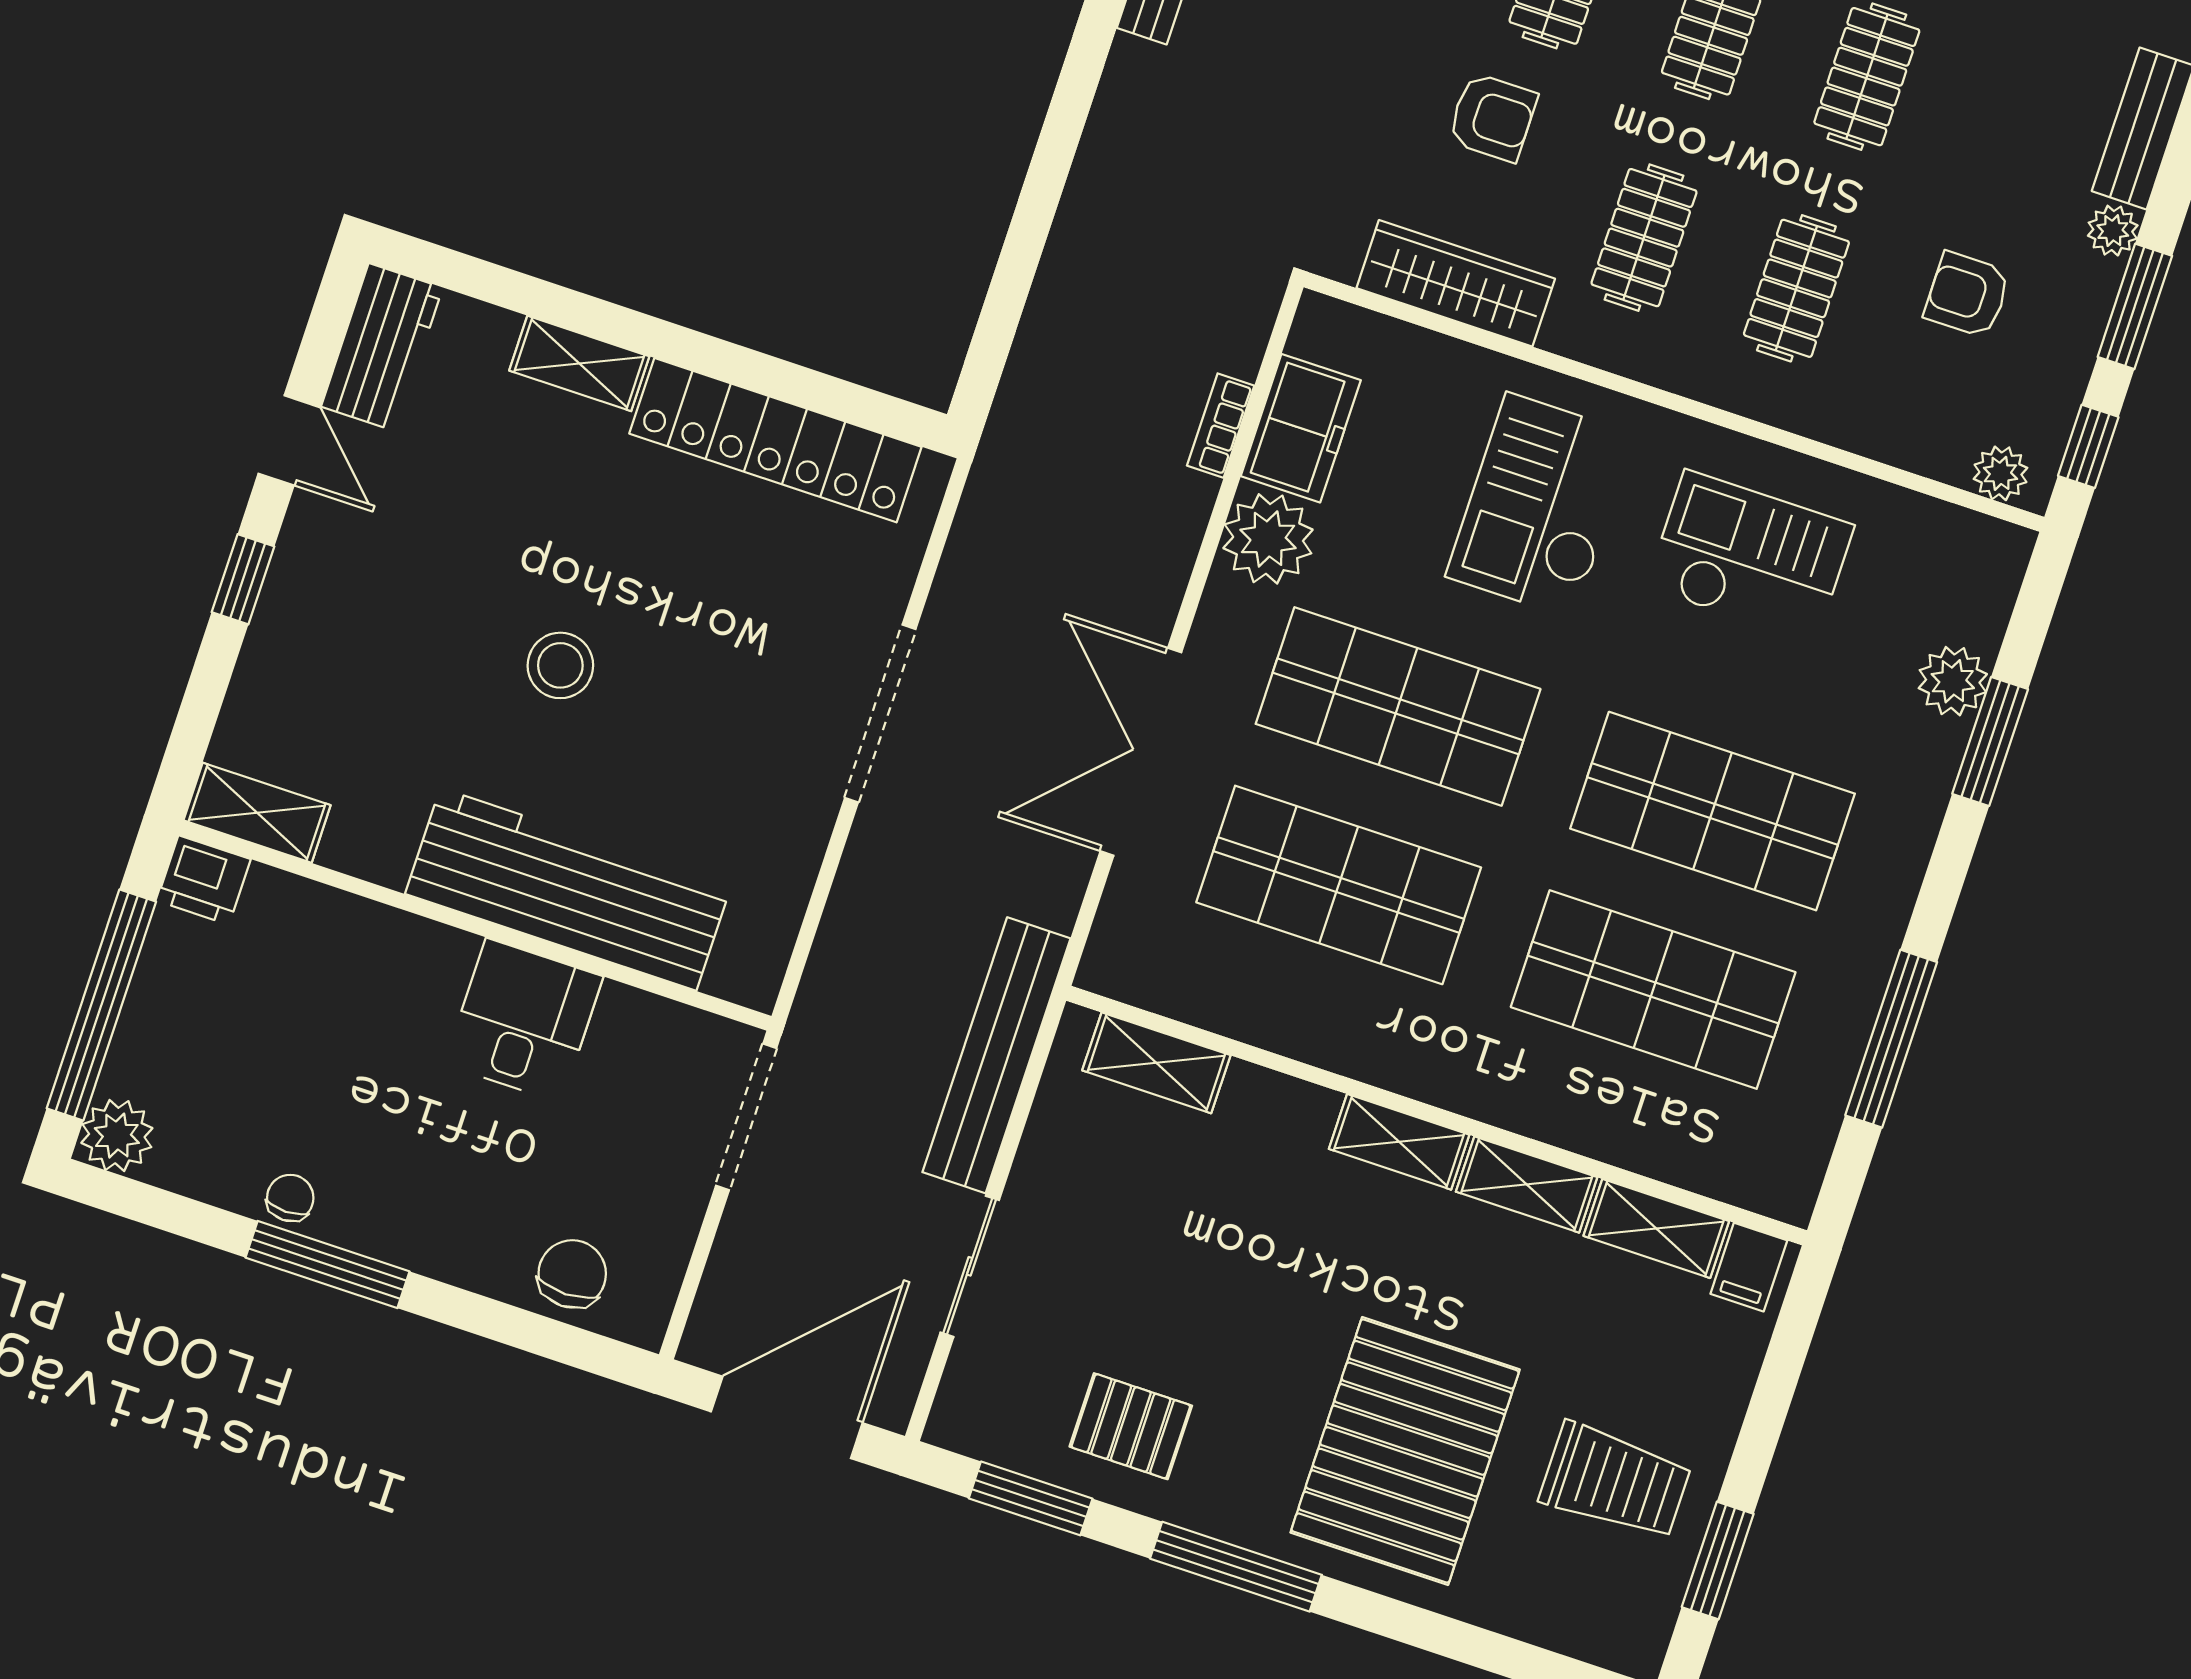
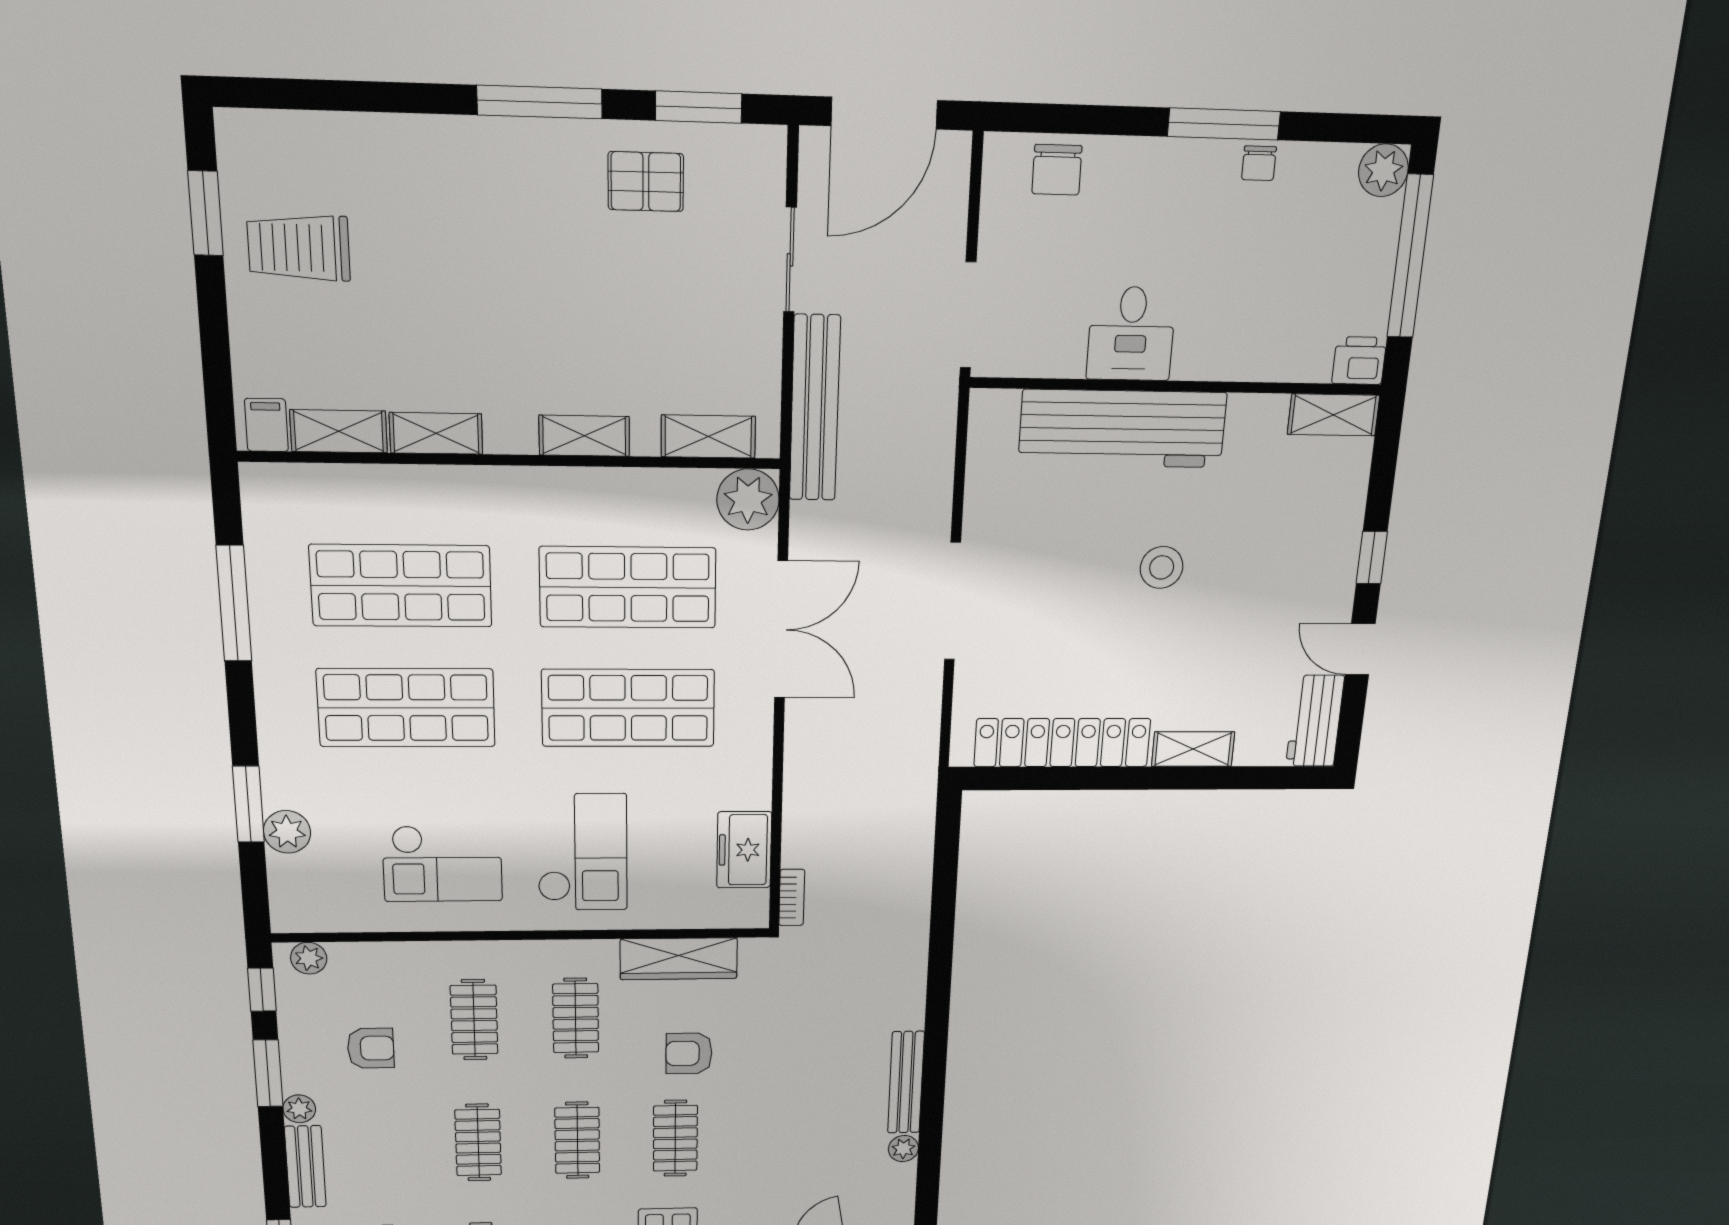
bookcase: (1221, 426) -> (792, 897), moved
plant: (1268, 539) -> (748, 499), moved
shelving: (1399, 1142) -> (584, 436), moved
pallet: (1405, 1451) -> (451, 224), removed

